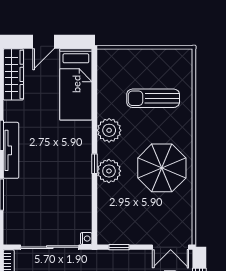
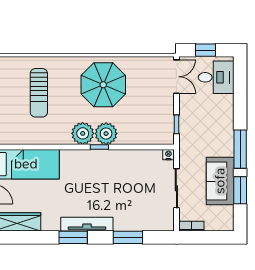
plant: (109, 130) -> (83, 133), moved
sliding door: (50, 247) -> (176, 188), width x0.73

